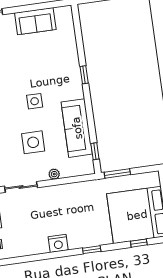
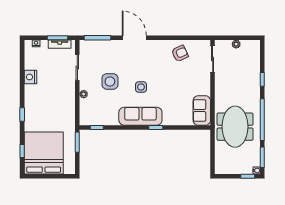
sofa: (35, 21) -> (202, 110), moved
sofa: (77, 128) -> (140, 116), moved
nightstand: (58, 243) -> (30, 77), moved

